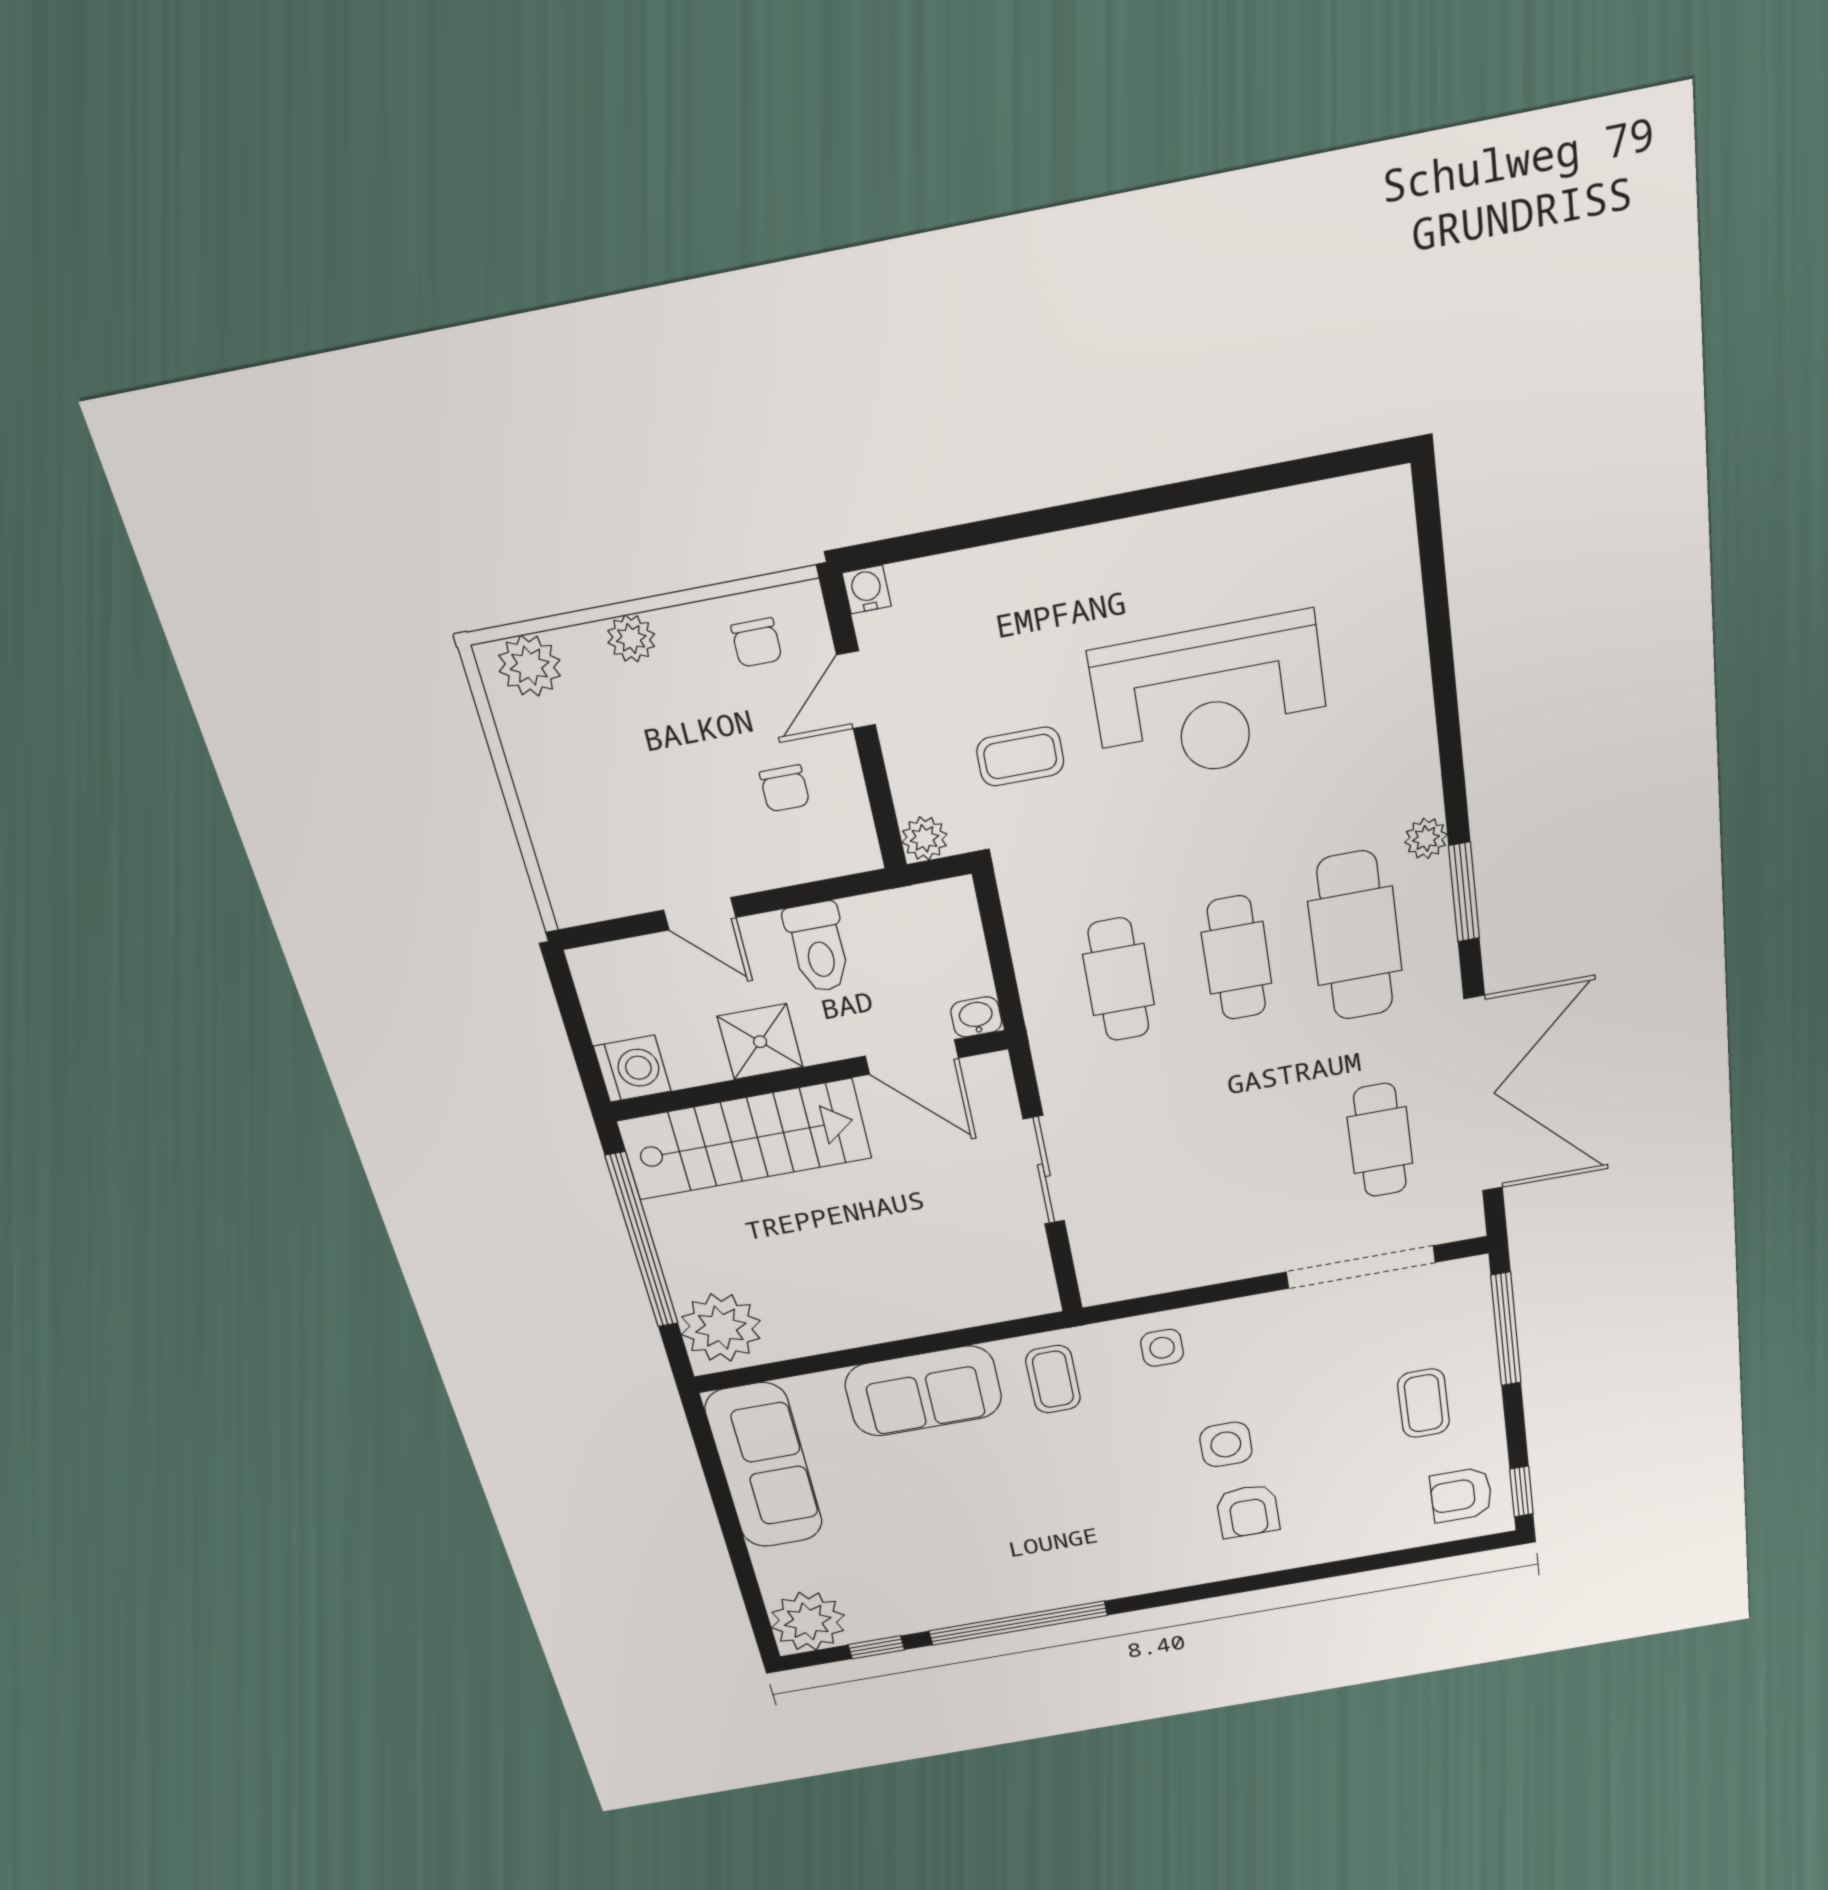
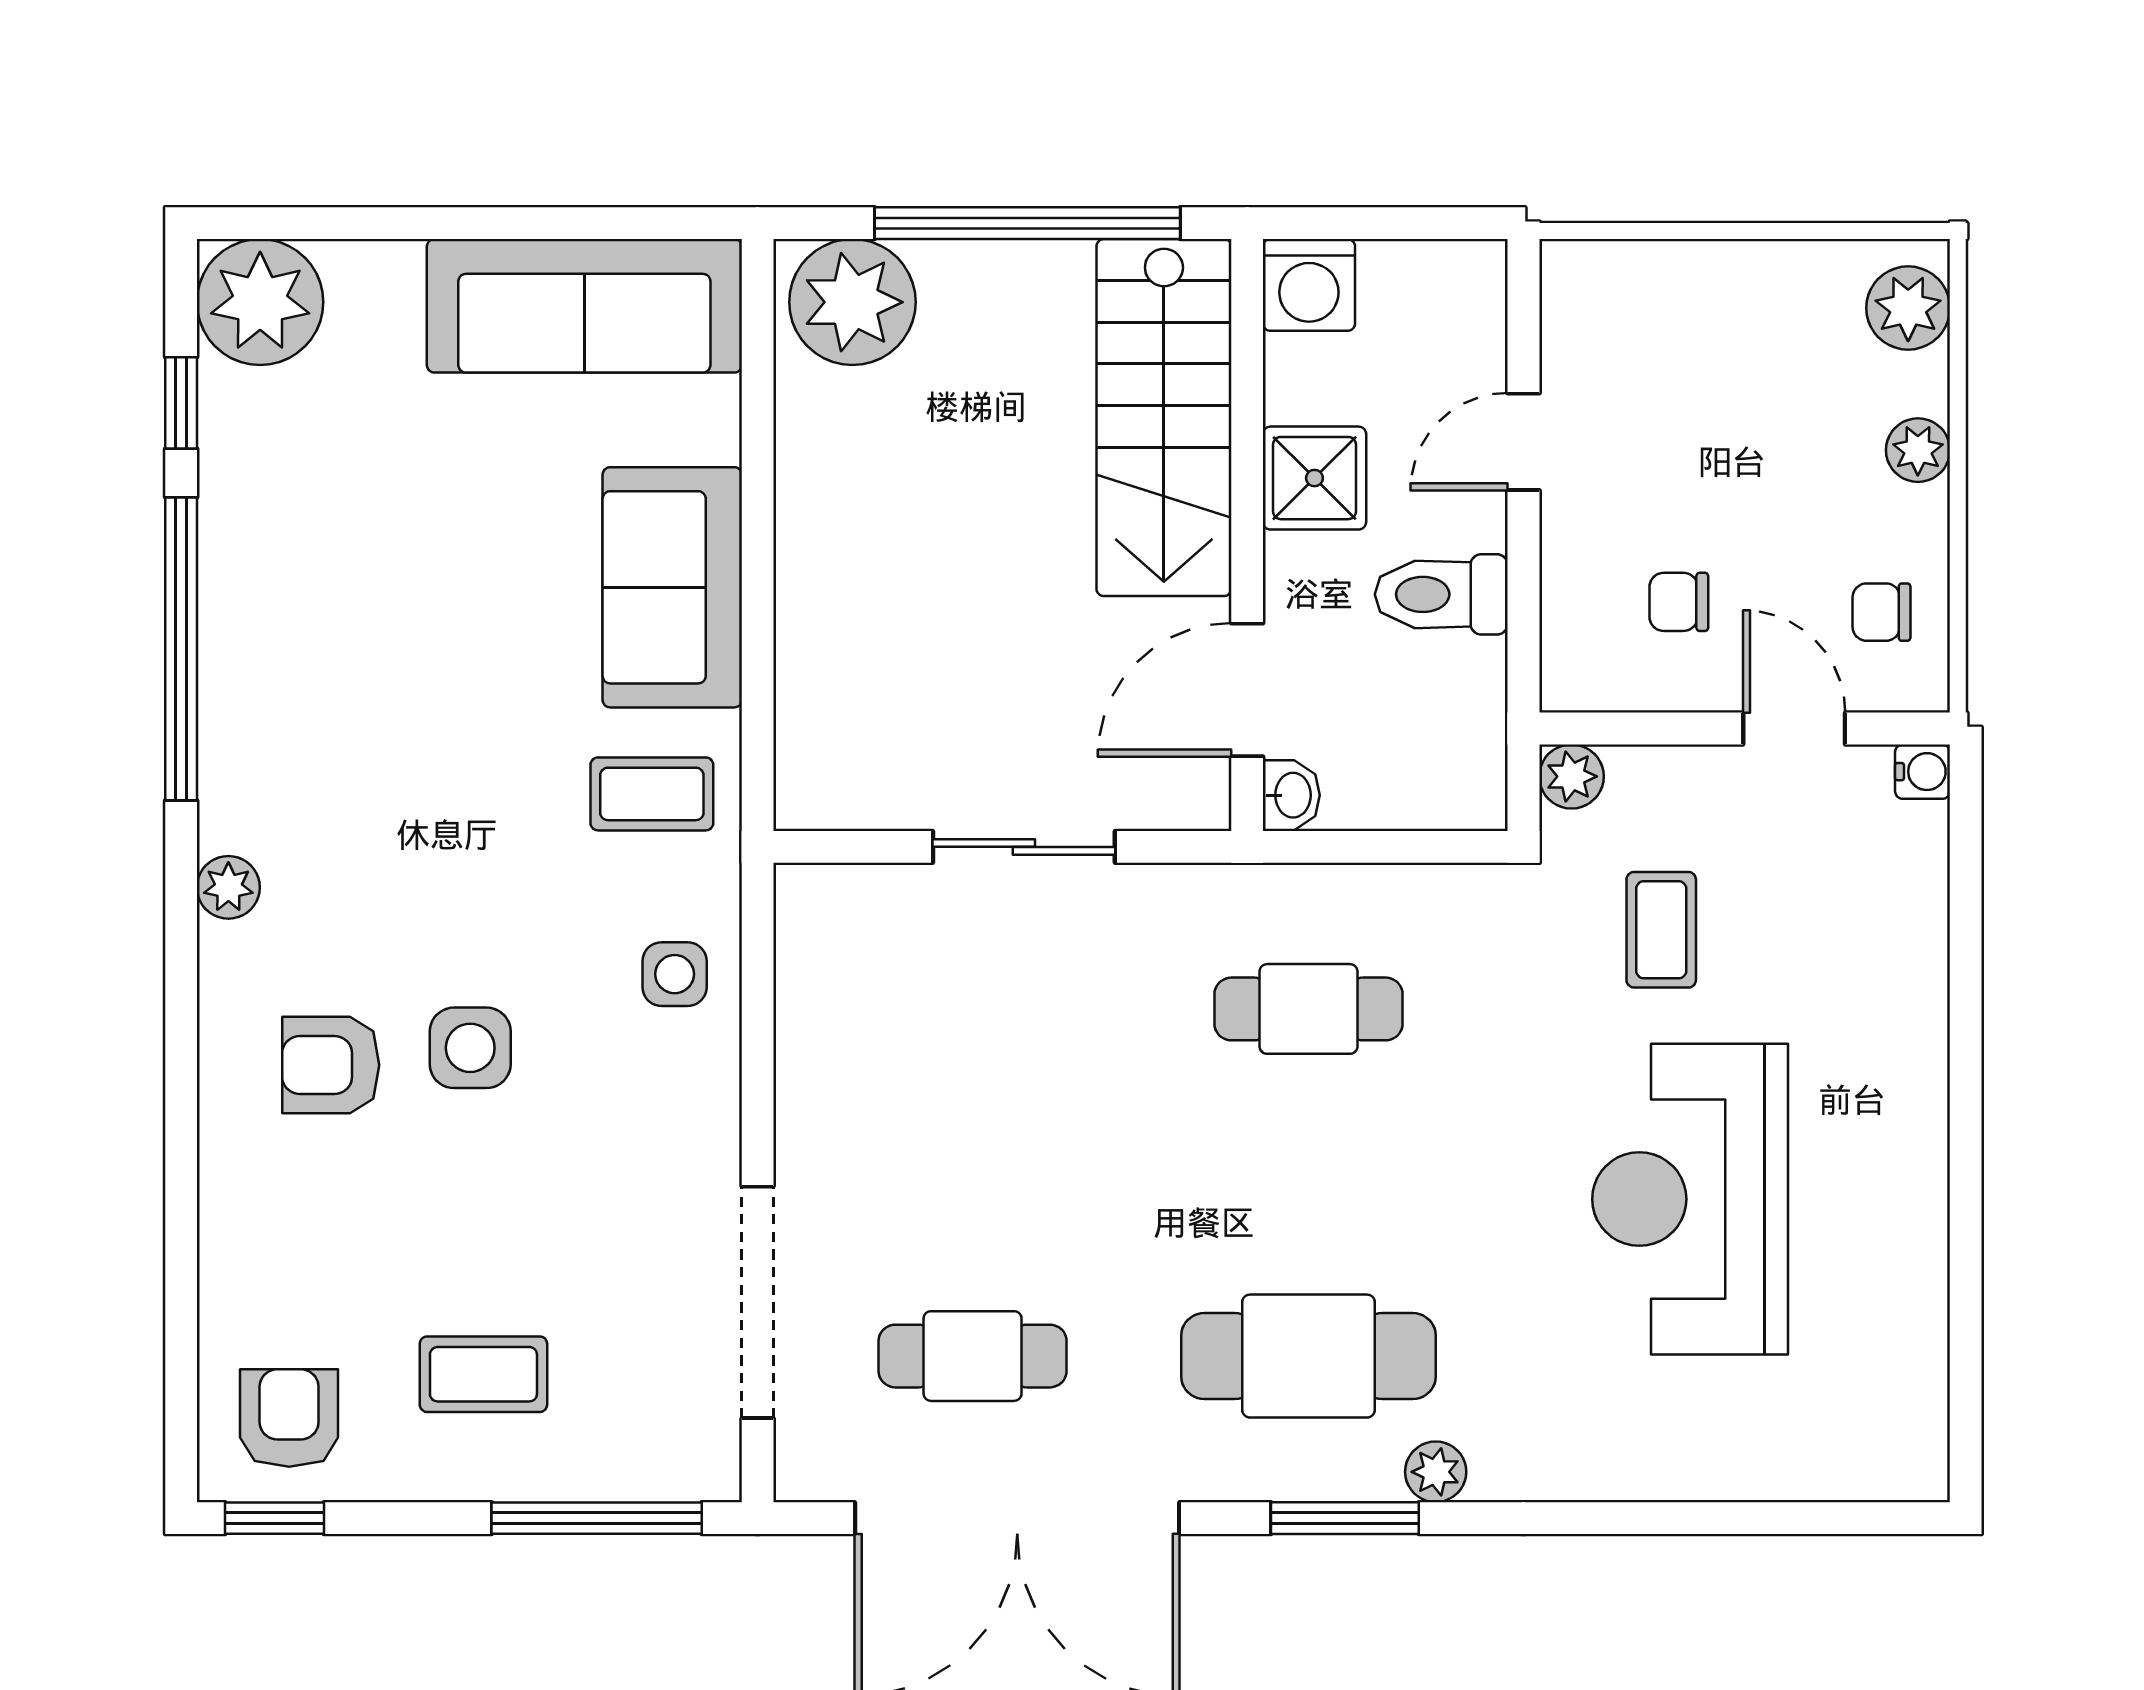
cafe table: (1237, 958) -> (1309, 1182), removed
plant: (1152, 1578) -> (228, 887), added

